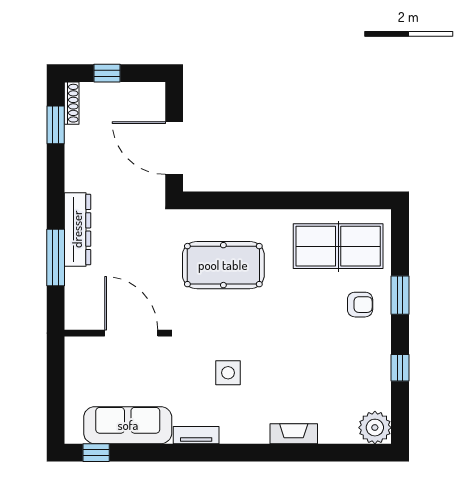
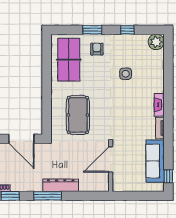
door: (174, 148) -> (21, 139), hinge flipped
window: (56, 257) -> (48, 196), moved
side table: (228, 373) -> (126, 74), moved
fireplace: (294, 434) -> (159, 105), moved

